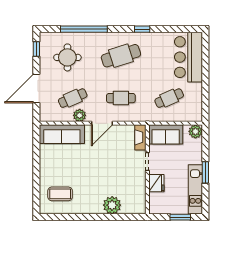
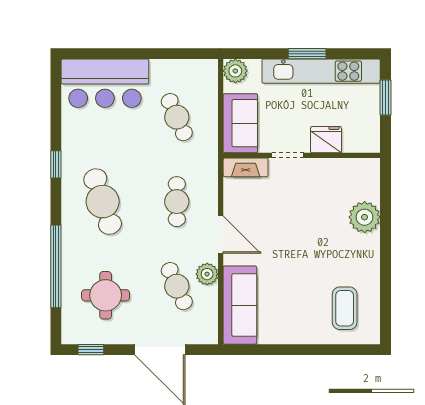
kitchen unit: (195, 189) -> (321, 71), width x1.36

